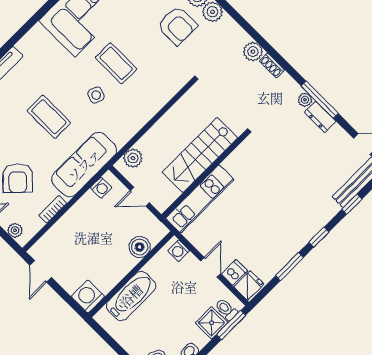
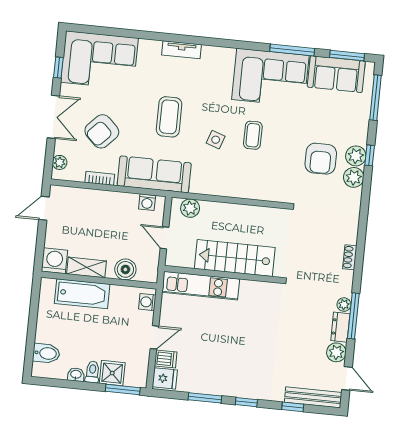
plant: (253, 52) -> (336, 352), moved
coffee table: (116, 63) -> (253, 135), width x0.73, depth x0.77
shelving: (113, 276) -> (87, 267), added
toilet: (226, 309) -> (92, 372), moved

